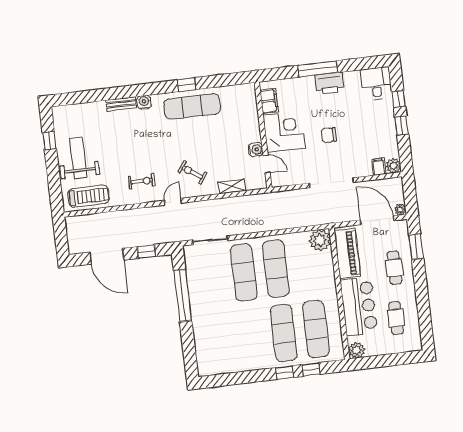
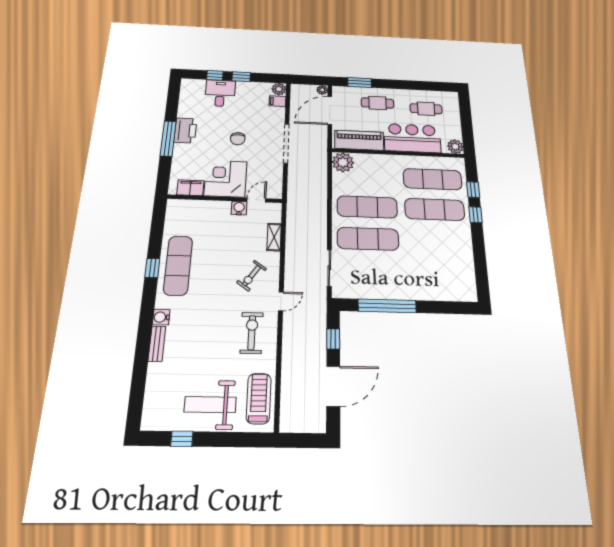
desk: (376, 84) -> (220, 93), moved, turned 90
exercise bike: (142, 181) -> (252, 333), width x1.38, depth x1.39
door: (173, 202) -> (281, 301), swing flipped

